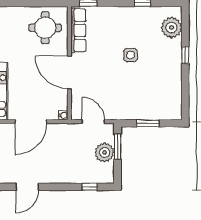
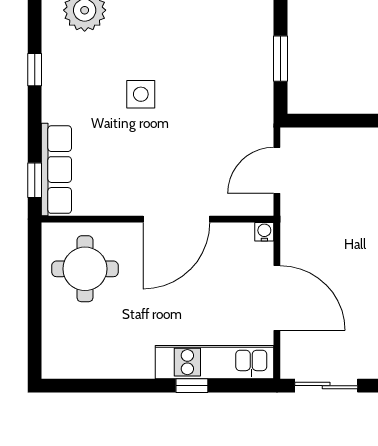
row of seats: (78, 30) -> (56, 170), moved, turned 90
window: (118, 147) -> (329, 121), removed
plant: (105, 152) -> (340, 147), removed

